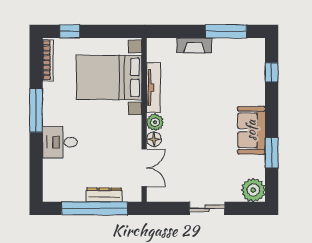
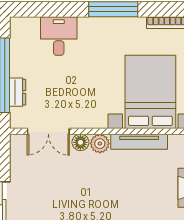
desk: (60, 142) -> (59, 36), moved
dresser: (104, 195) -> (18, 92), width x0.70

